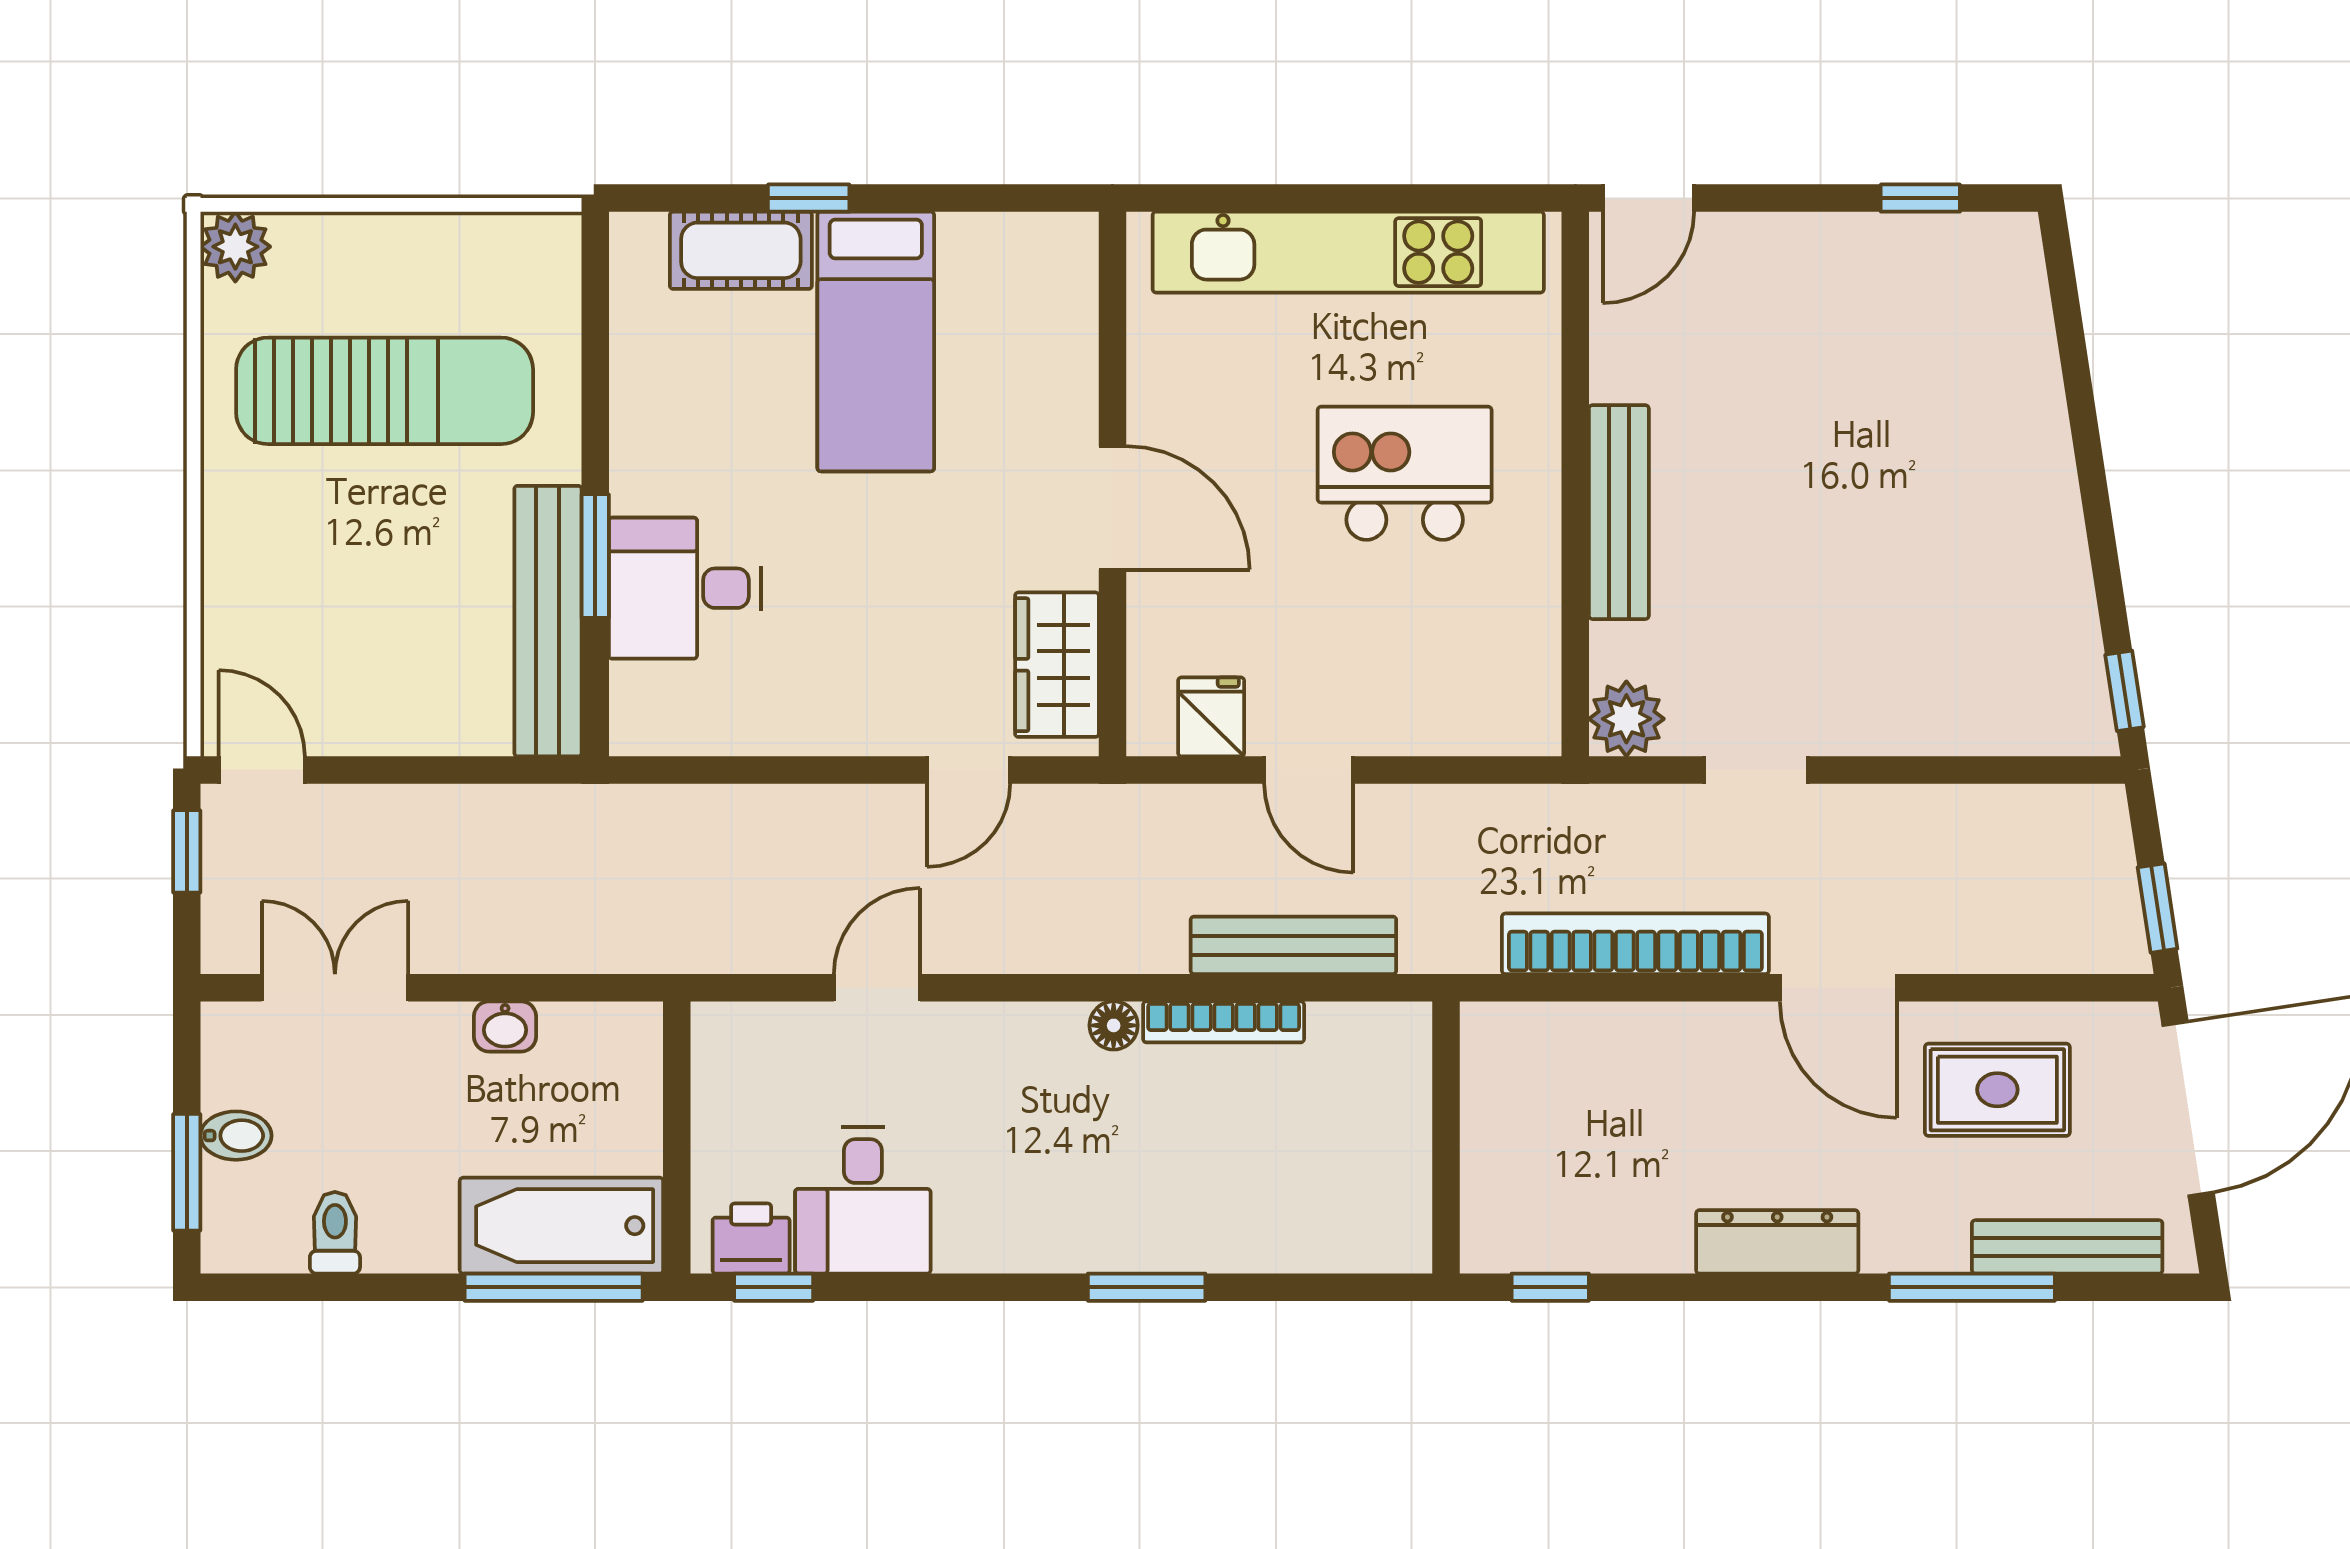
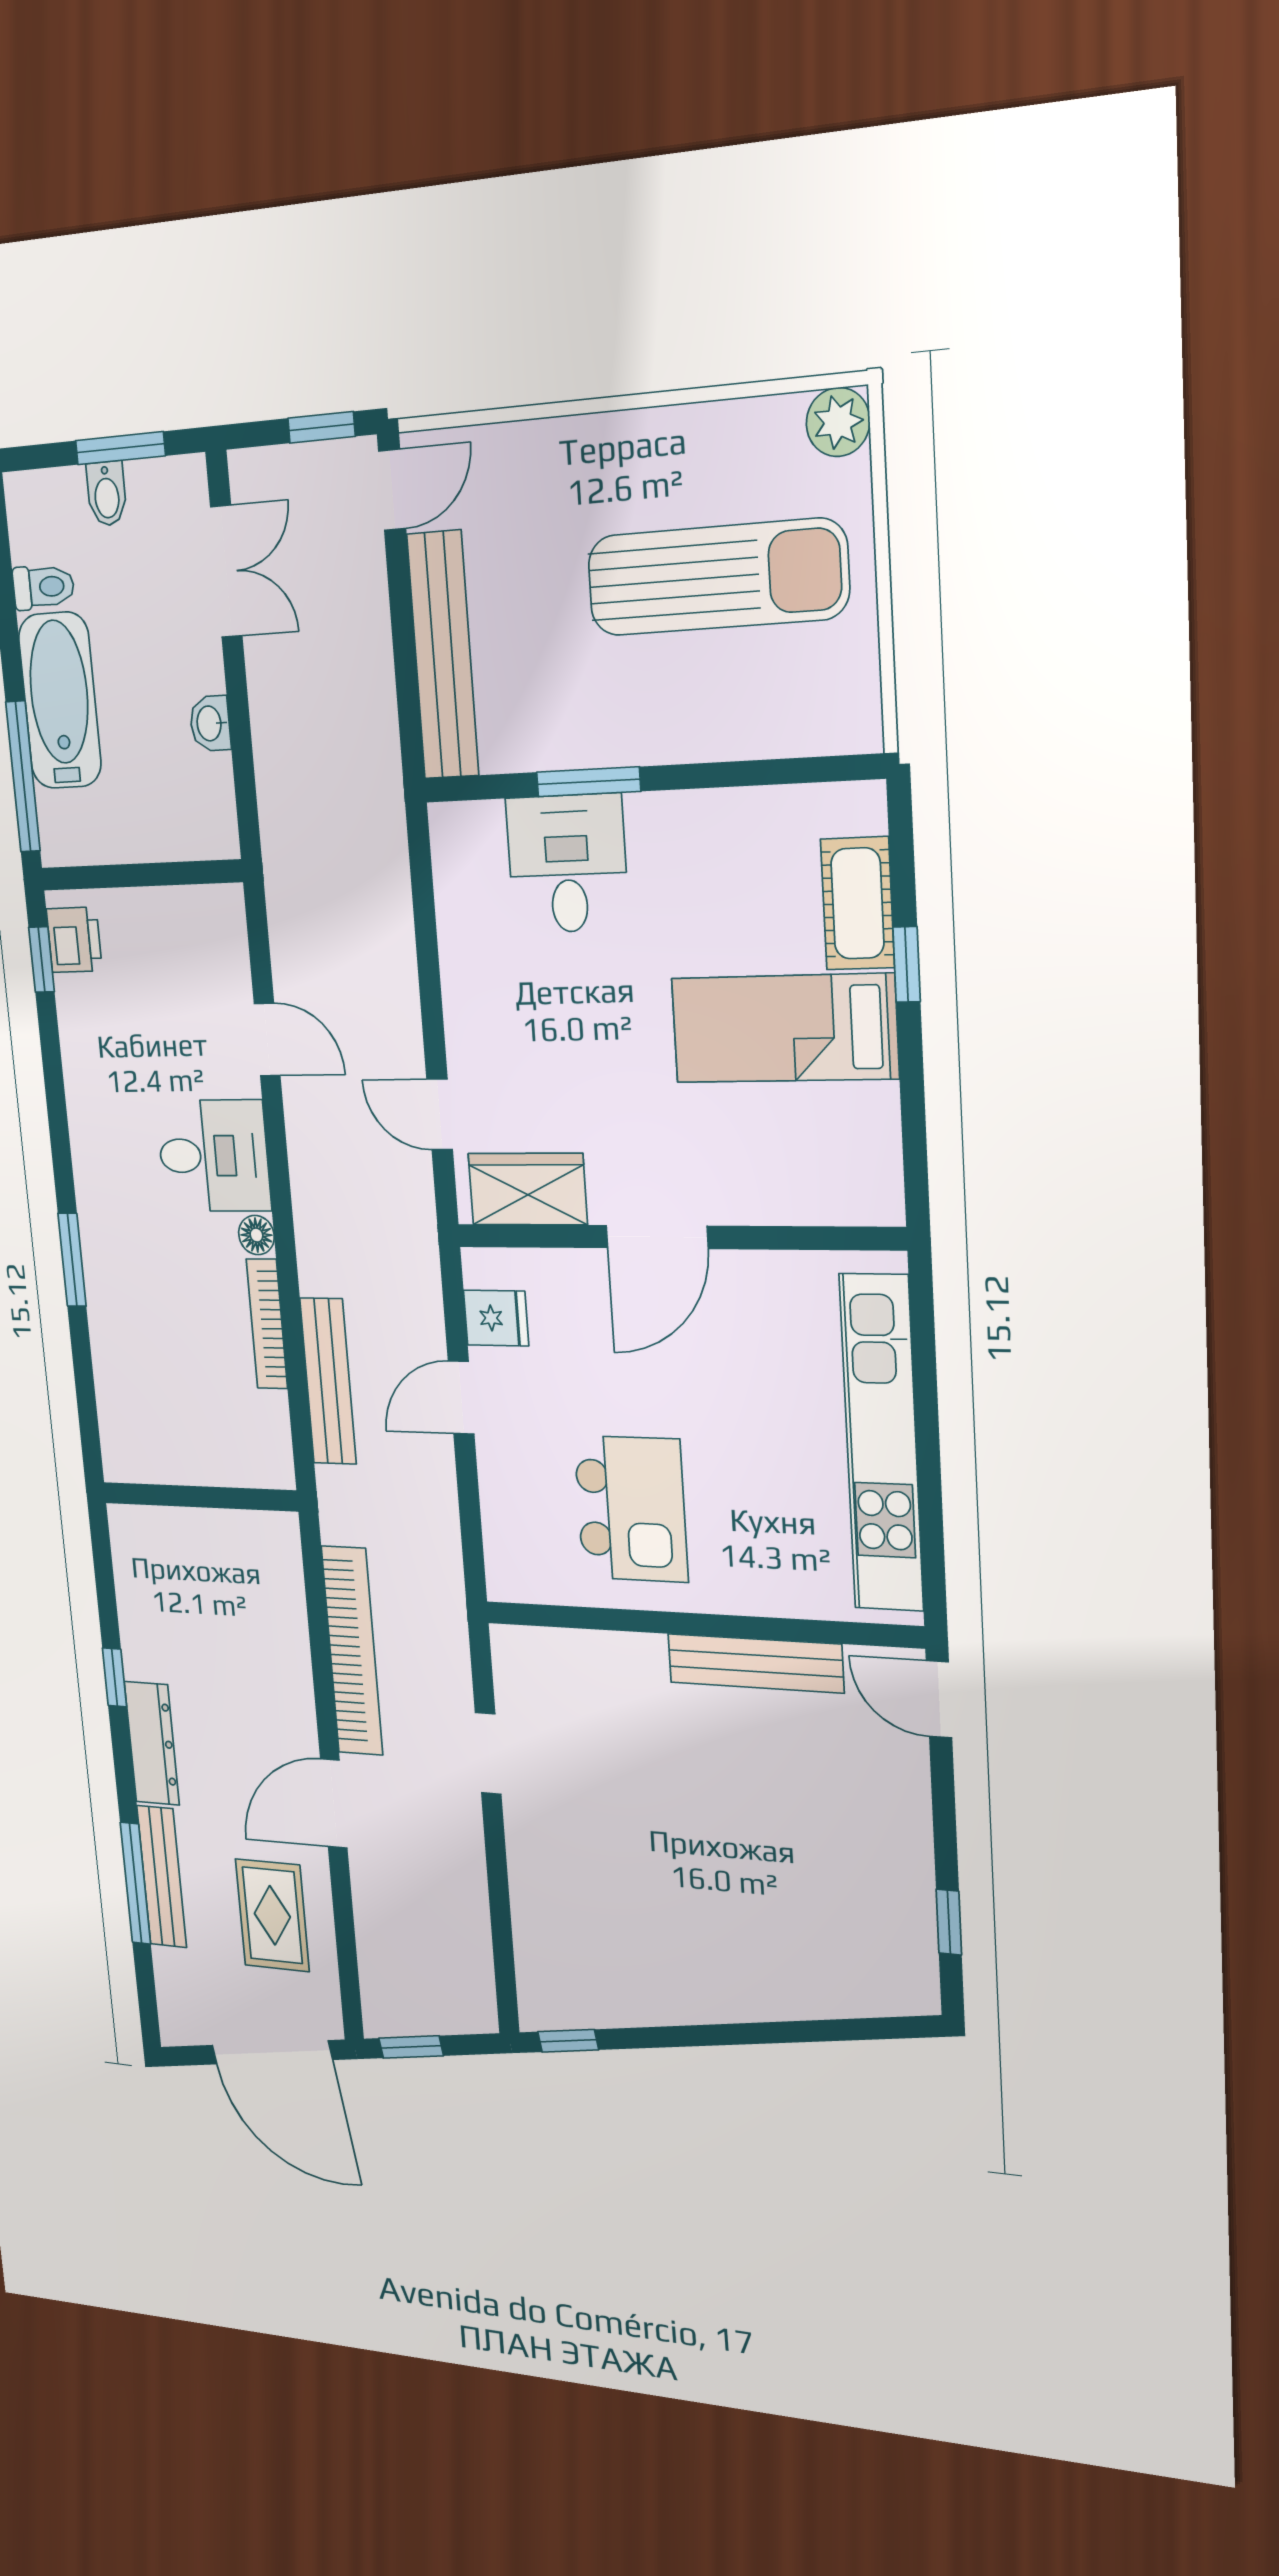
sun lounger: (385, 391) -> (717, 577), turned -90
kitchen island: (1405, 473) -> (631, 1509), moved
bench: (1619, 512) -> (755, 1663), moved
bench: (548, 621) -> (443, 655), moved, turned 90
plant: (1626, 719) -> (519, 1655), removed
window: (187, 1172) -> (120, 448), moved
desk: (863, 1201) -> (213, 1156), moved, turned 180
bathtub: (561, 1226) -> (60, 701), moved
bench: (2067, 1247) -> (162, 1877), moved
window: (1550, 1287) -> (115, 1677), moved

